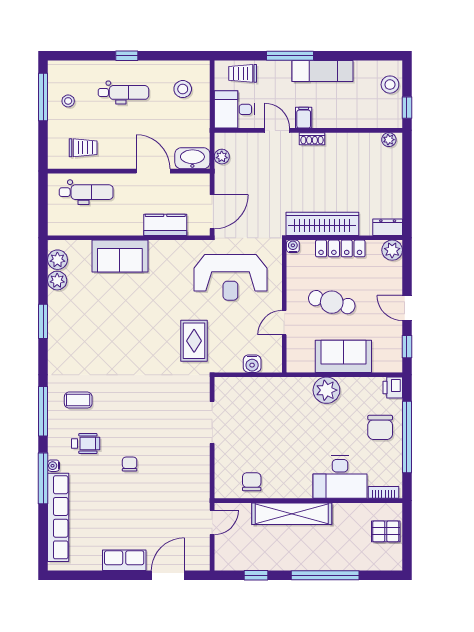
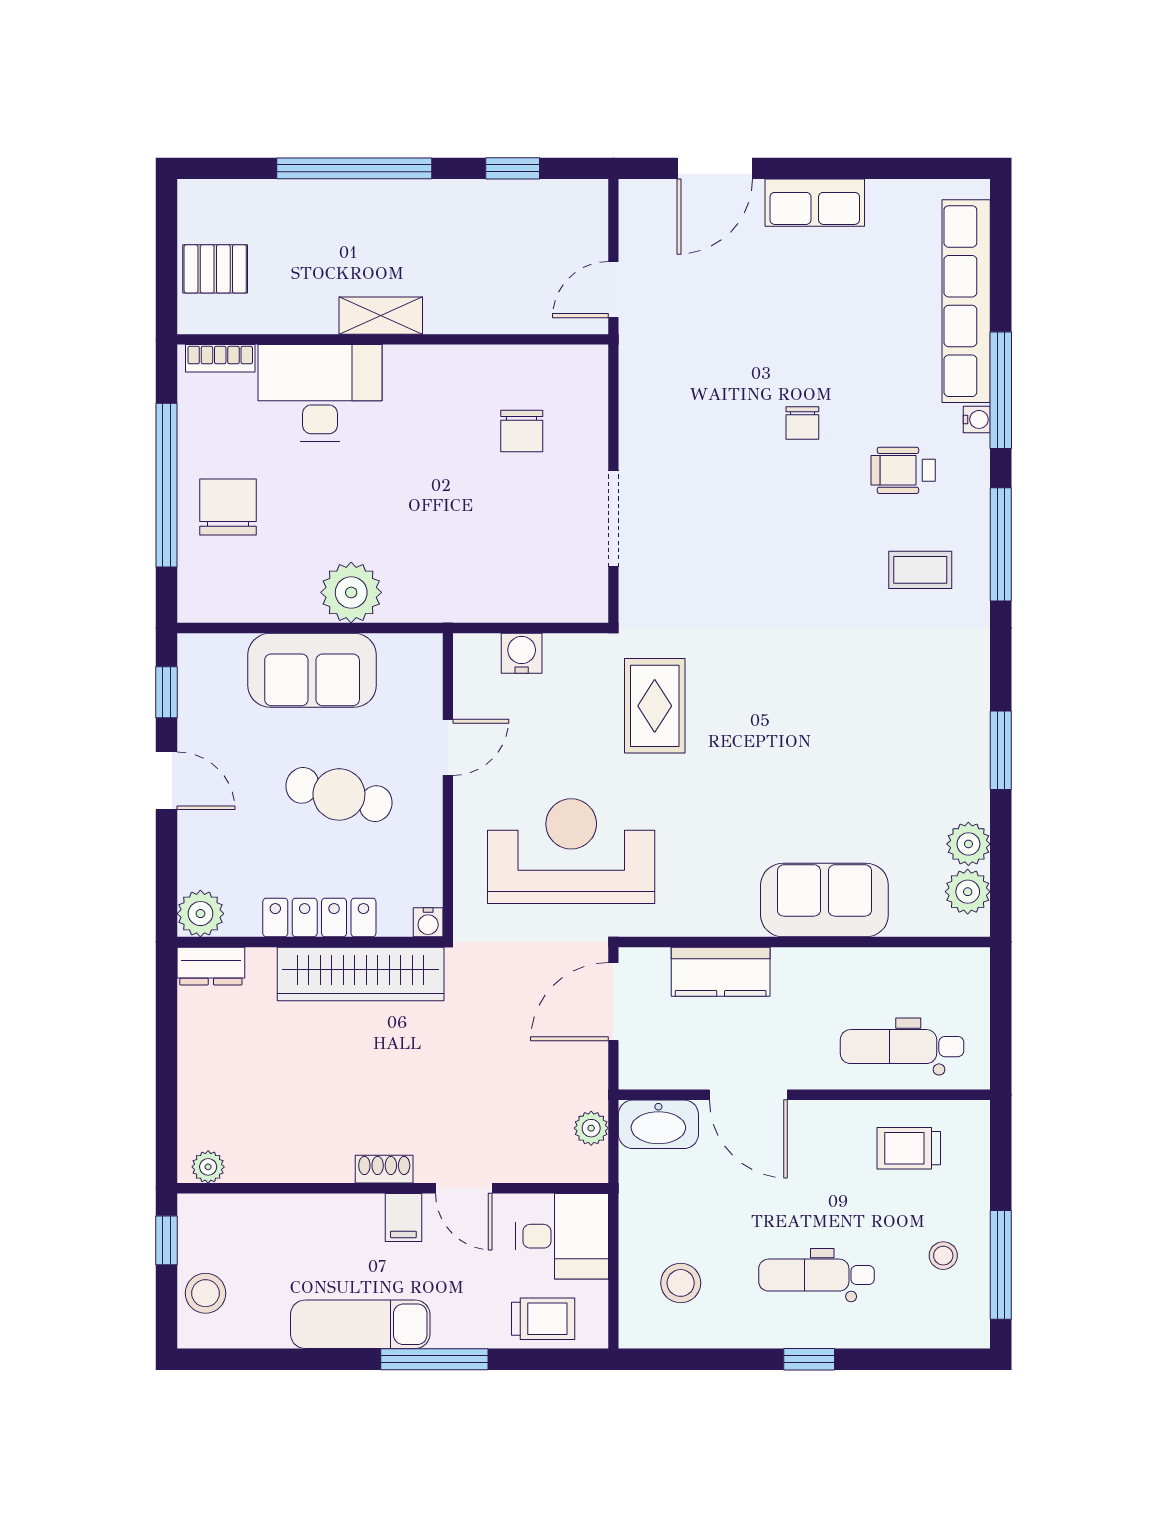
printer: (393, 387) -> (199, 599), removed
chair: (252, 482) -> (522, 431), moved
shelving: (292, 514) -> (381, 316), width x0.45, depth x0.75

